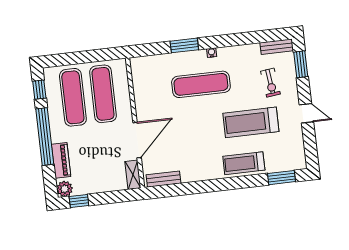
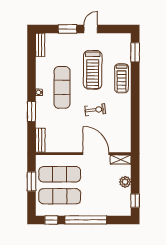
window: (89, 56) -> (31, 181), added
window: (301, 64) -> (67, 29), moved
exercise bike: (270, 83) -> (95, 110), moved
exercise mat: (201, 84) -> (62, 87), moved
piano: (61, 160) -> (104, 210), removed
bench: (163, 179) -> (40, 140), moved
plant: (65, 189) -> (125, 182), moved

